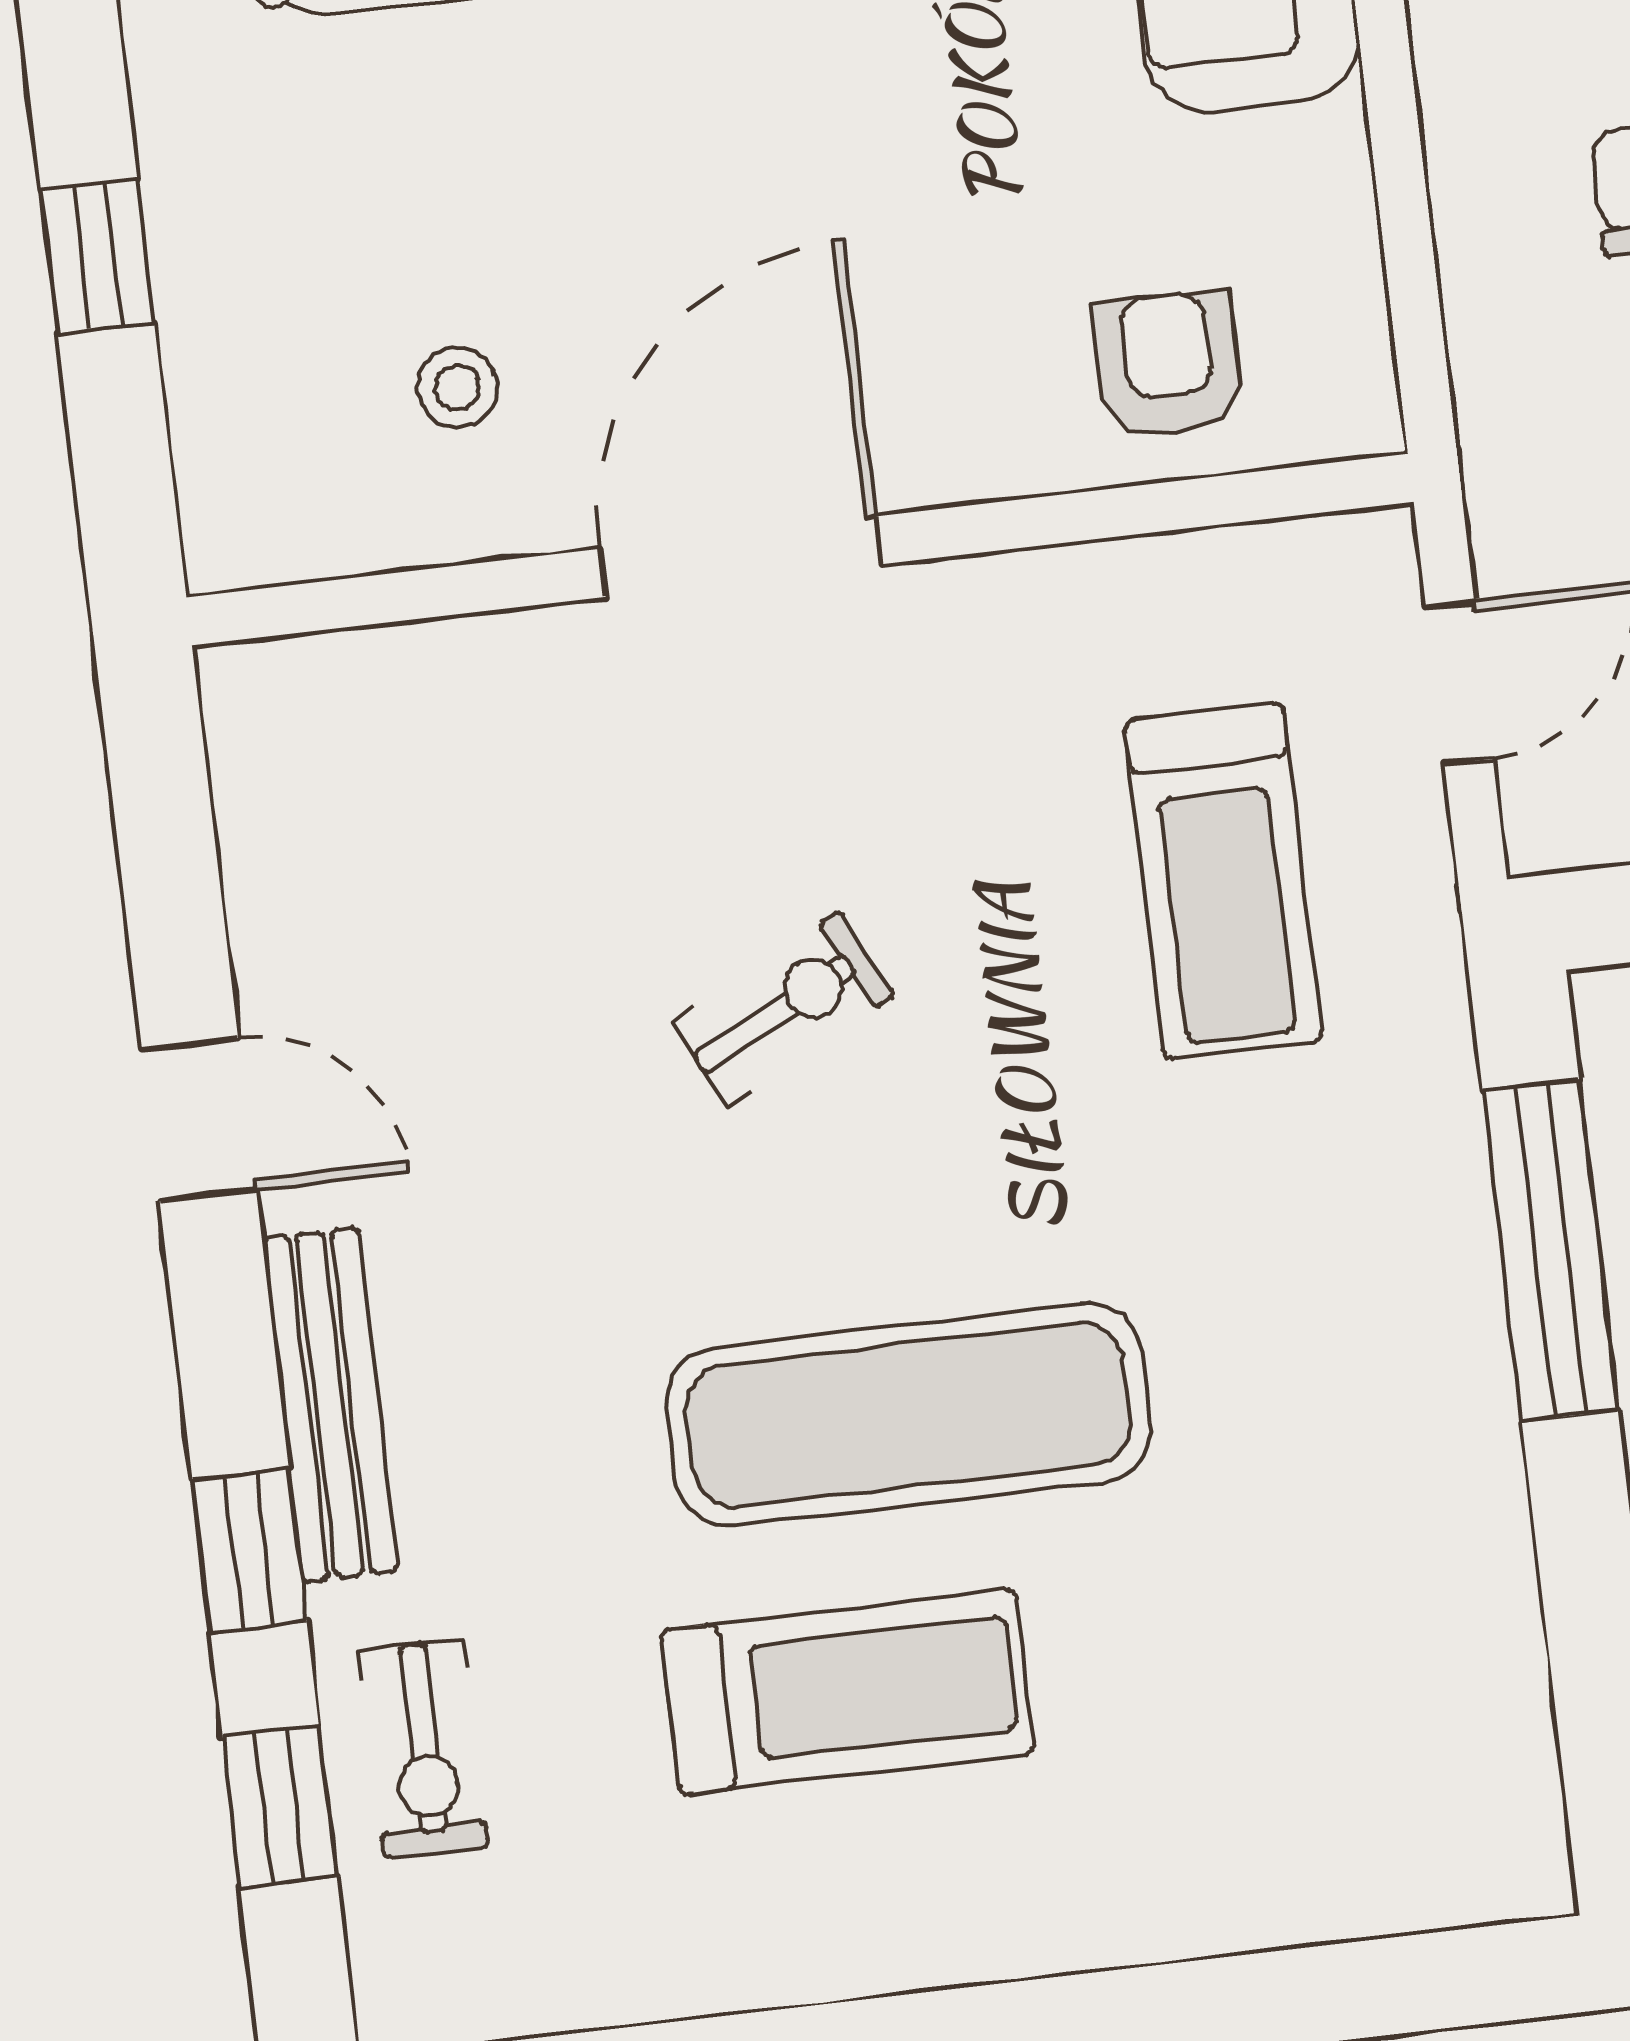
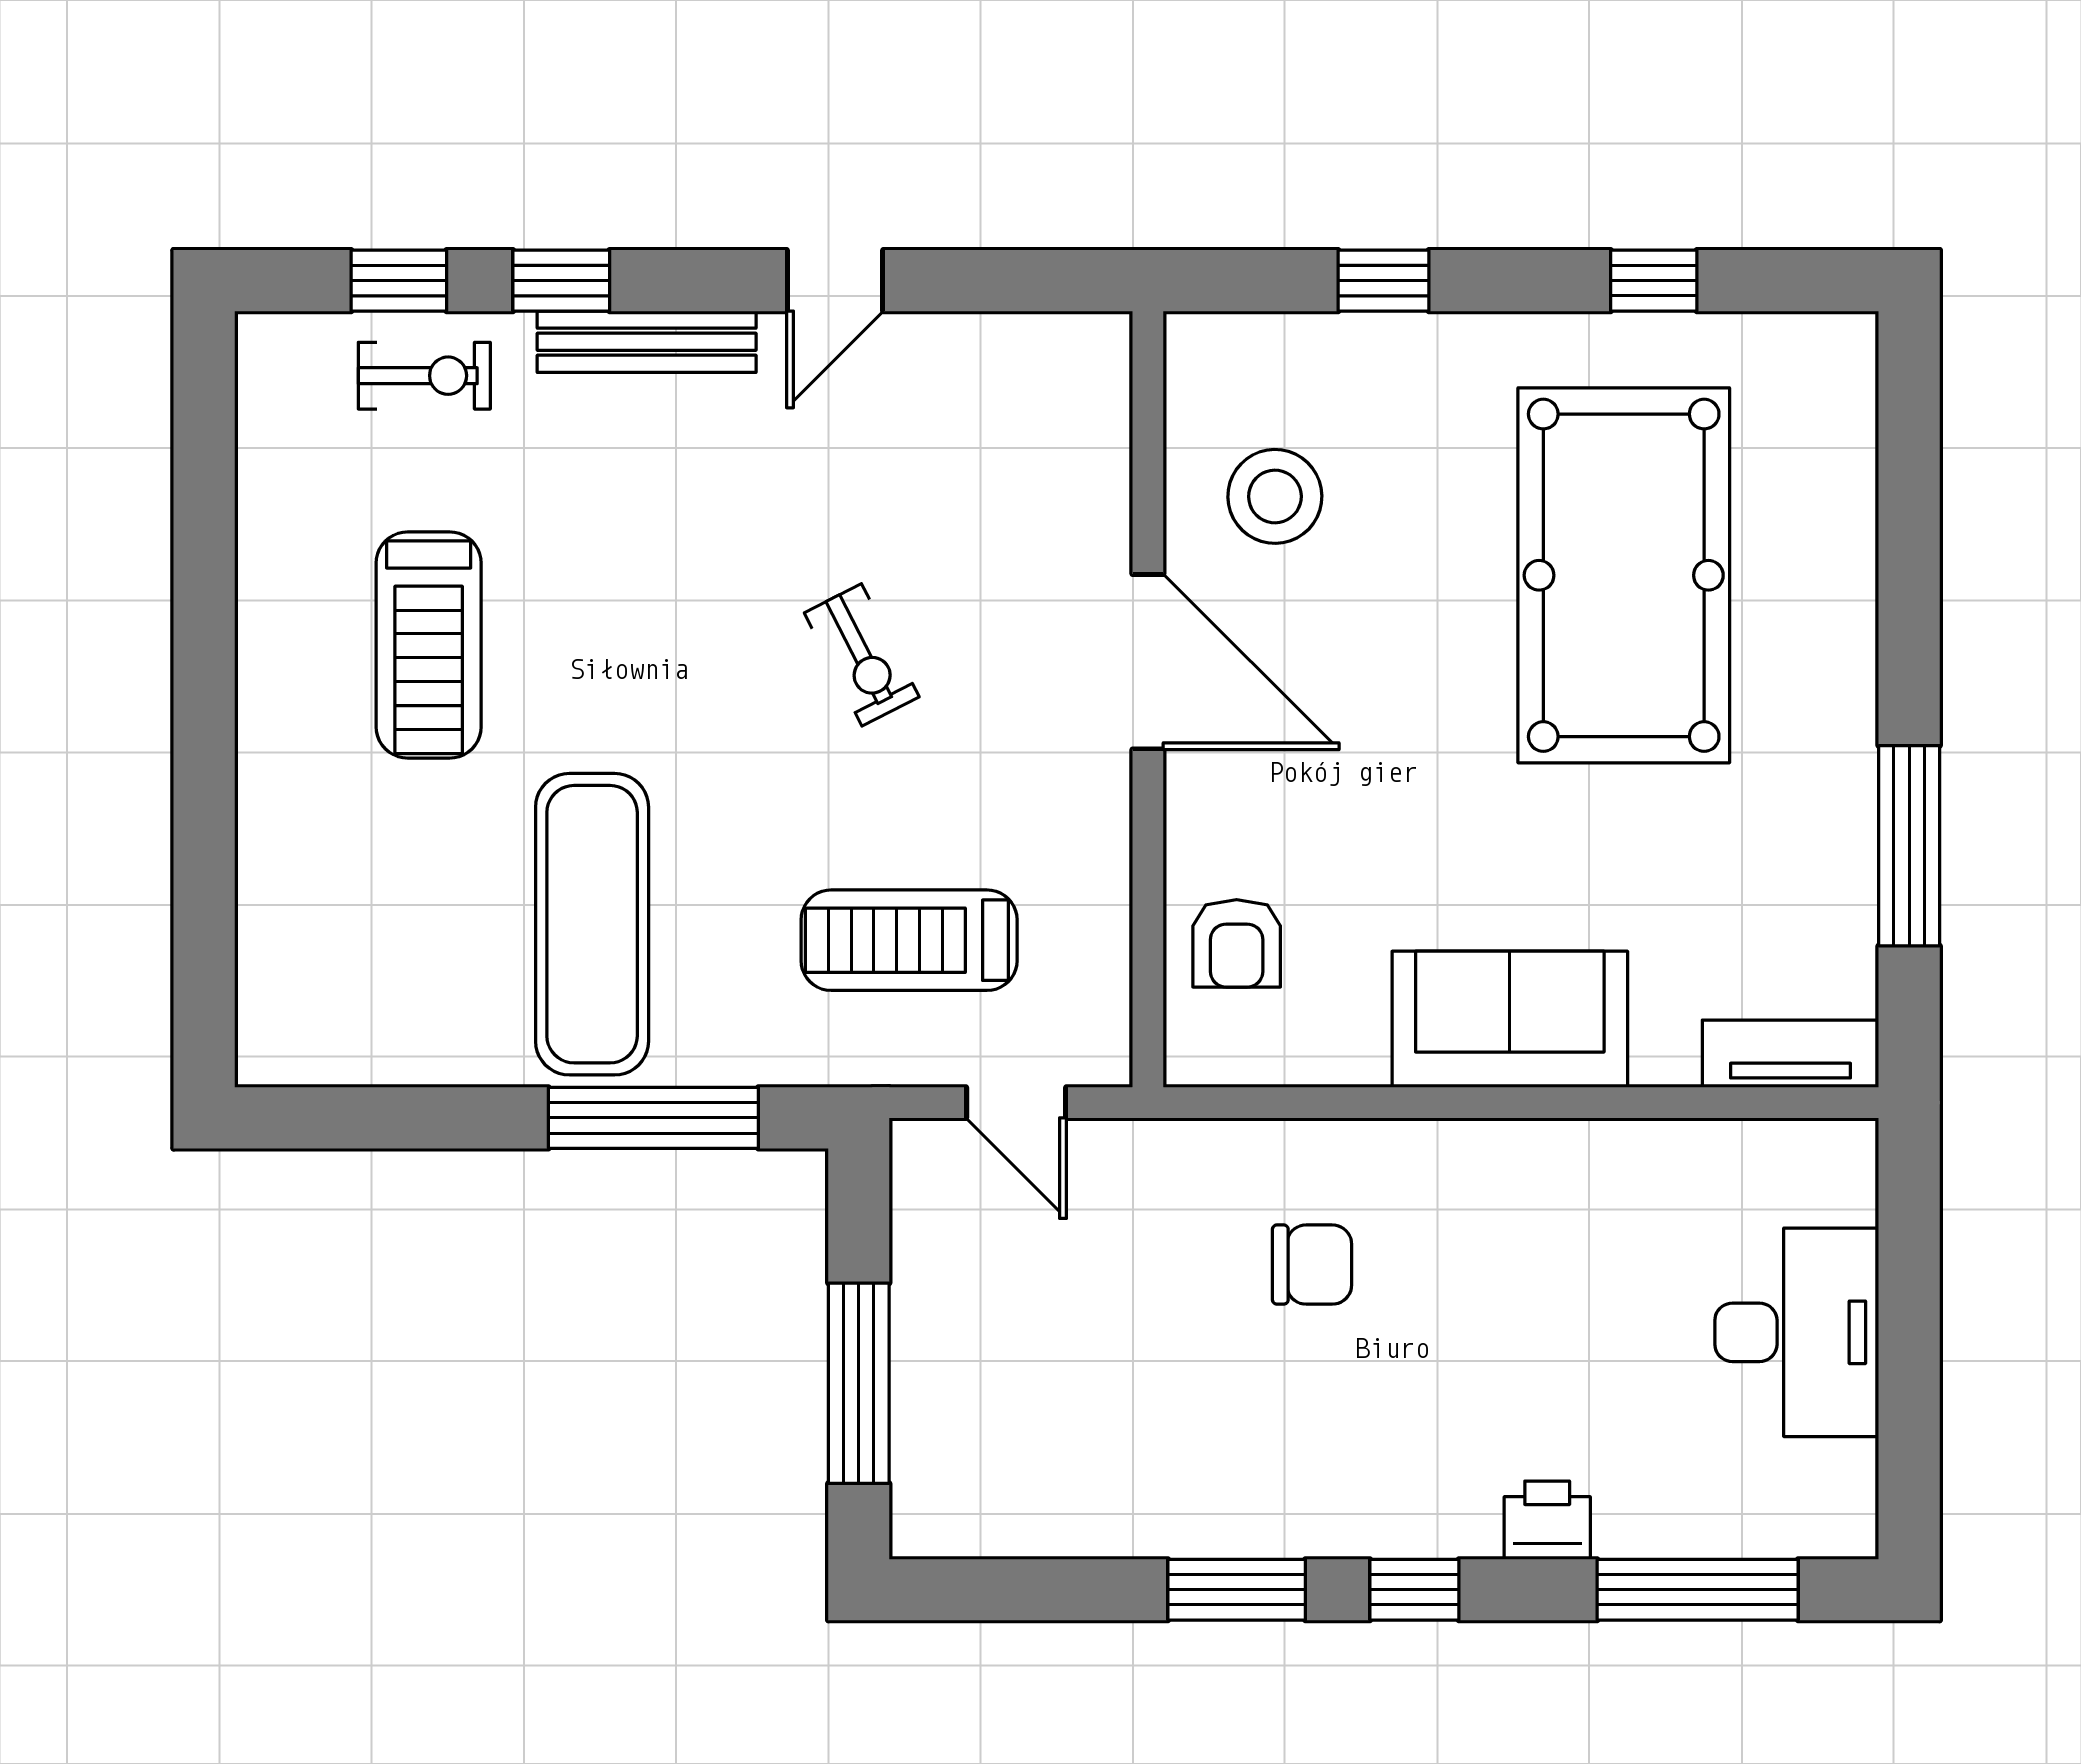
armchair: (1168, 365) -> (1237, 943), turned 90
stool: (457, 387) -> (1275, 496), width x1.89, depth x1.89
exercise mat: (908, 1415) -> (592, 924), moved
exercise bike: (424, 1748) -> (424, 376), turned 180

